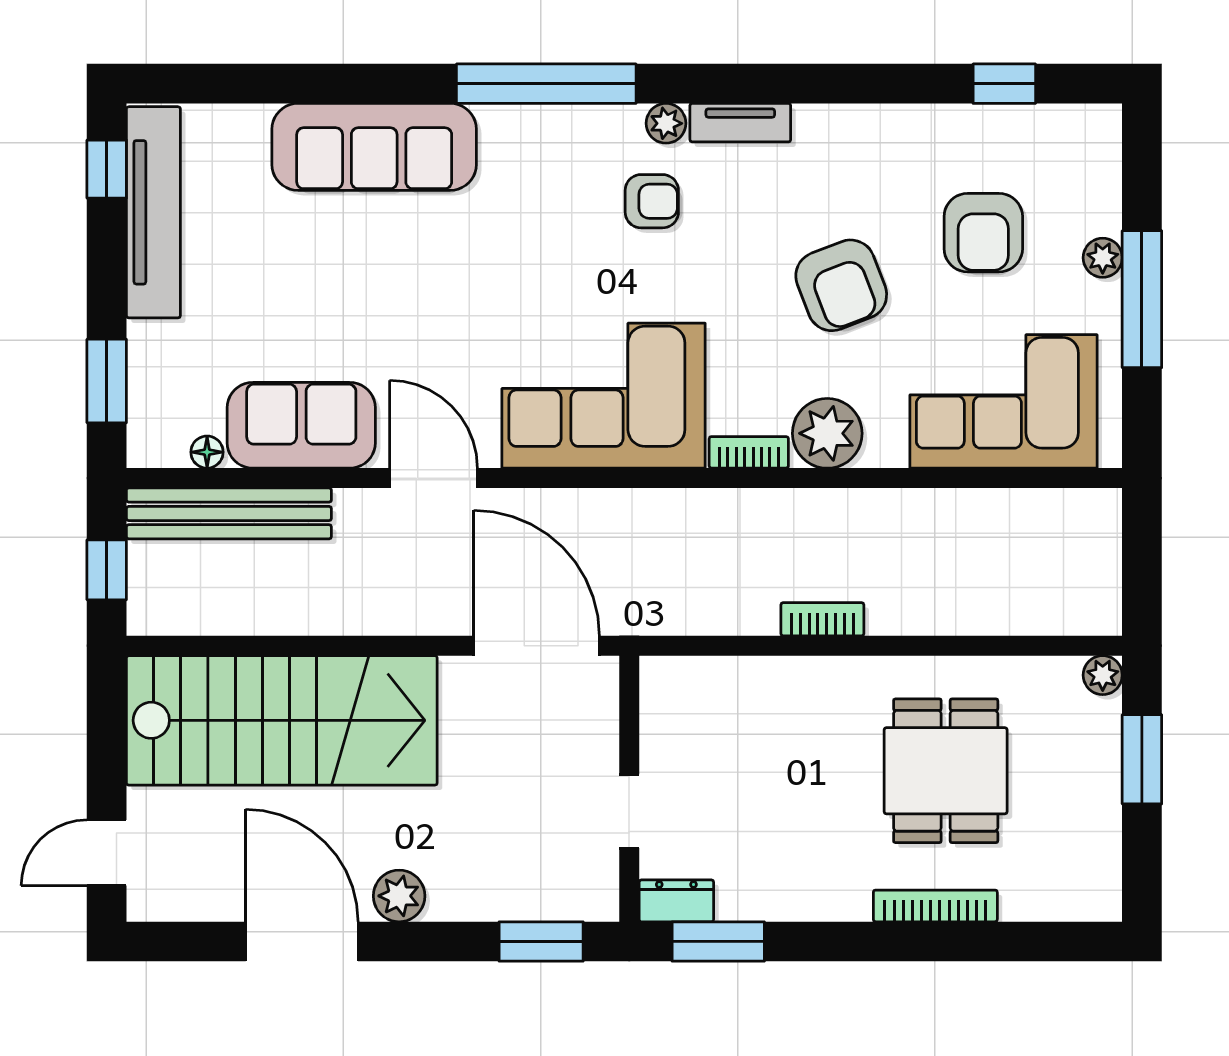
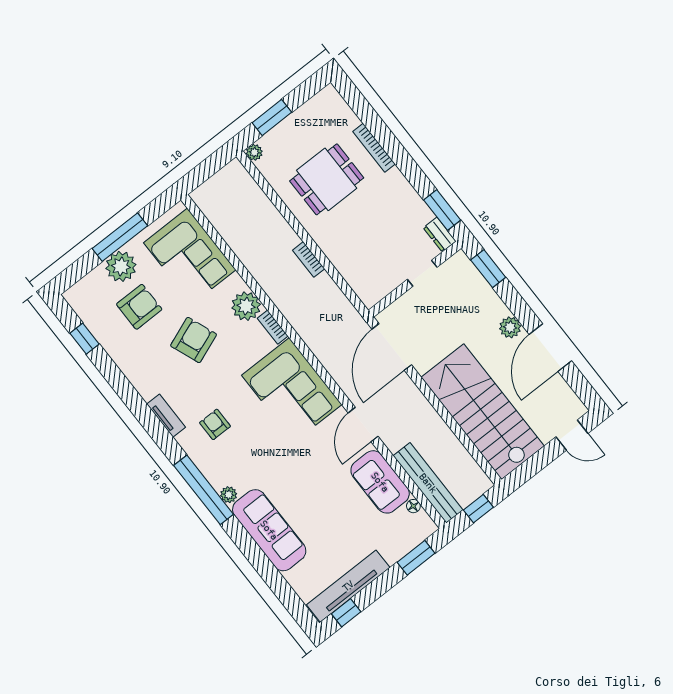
plant: (666, 123) -> (229, 495), moved
plant: (1103, 258) -> (121, 266), width x1.88, depth x1.88

